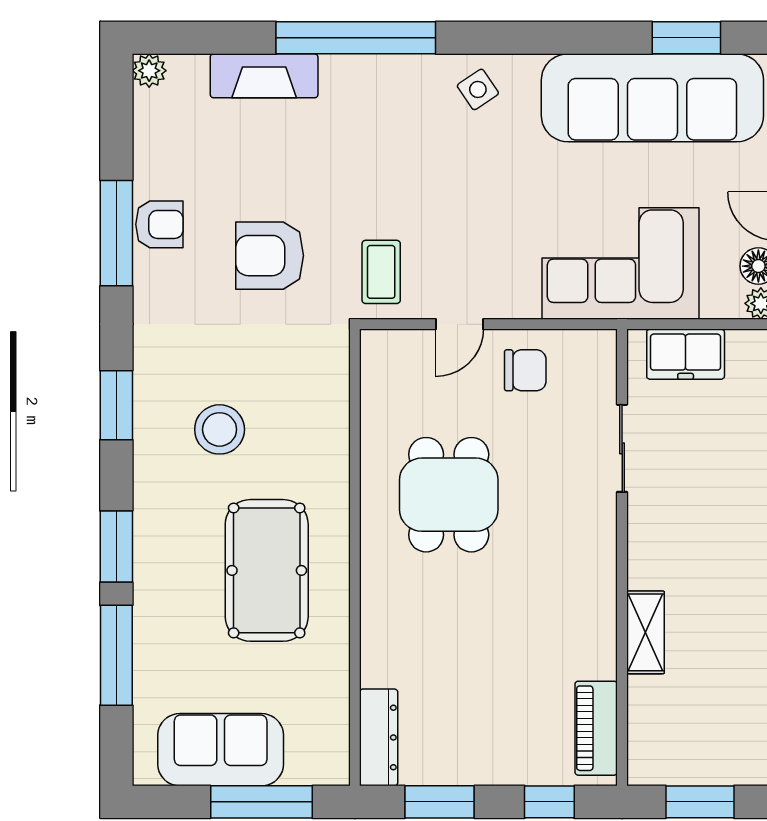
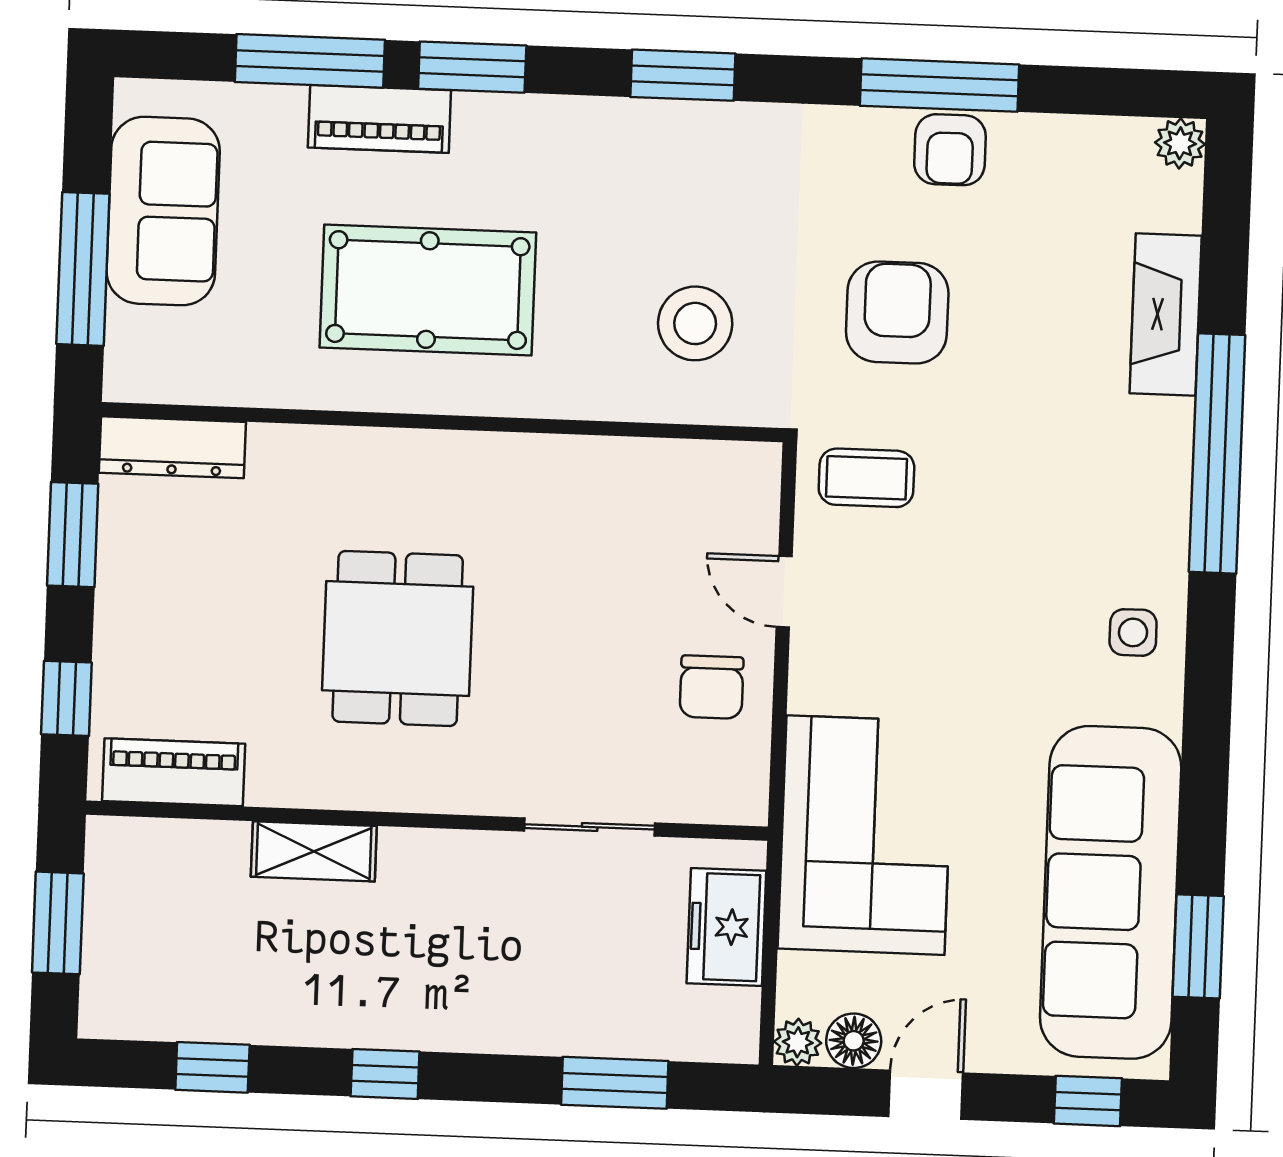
side table: (478, 89) -> (1133, 632), turned 34
stool: (220, 429) -> (695, 323), moved
dining table: (449, 495) -> (398, 638), moved, turned 90
piano: (153, 607) -> (379, 119), added

